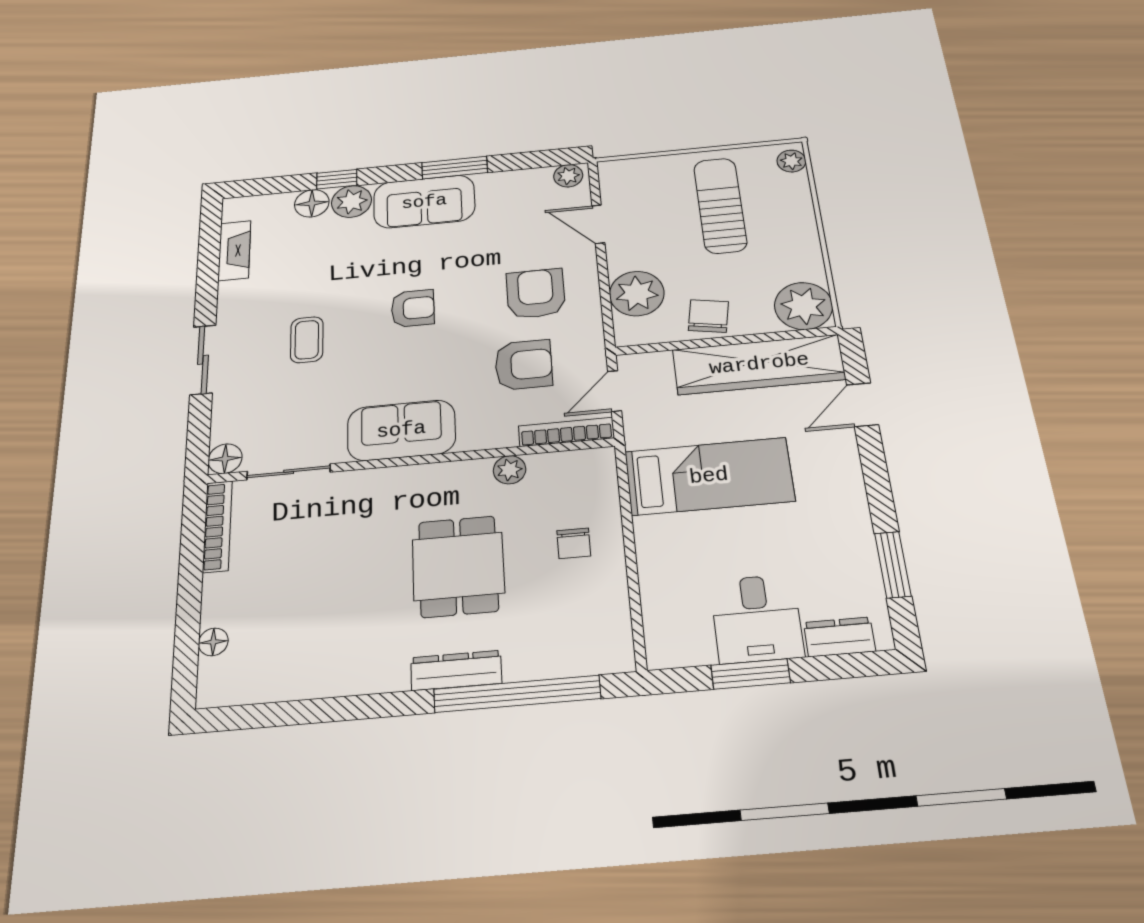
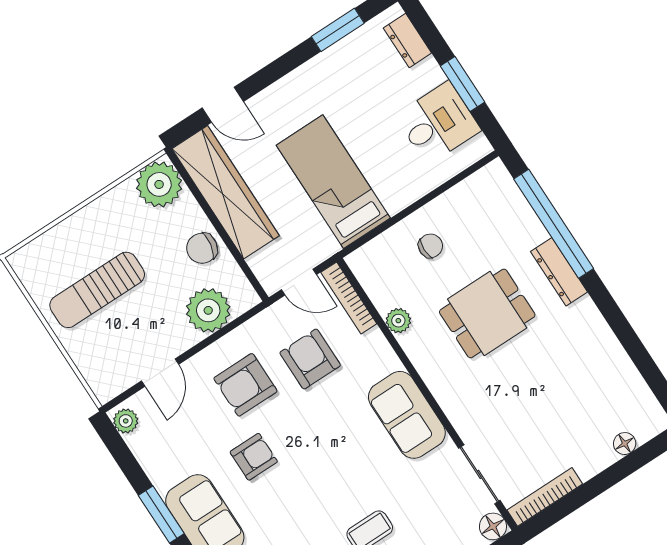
plant: (791, 161) -> (28, 257), removed
armchair: (413, 308) -> (254, 457), moved, turned 90
desk: (757, 619) -> (438, 123), moved

